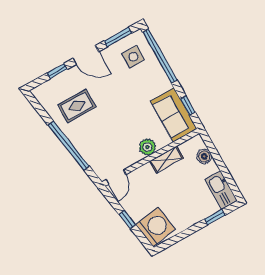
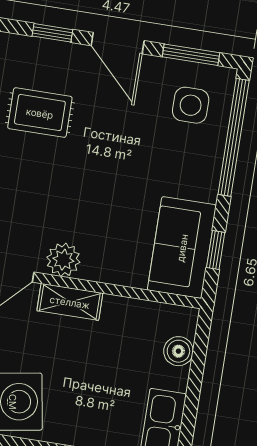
plant: (147, 147) -> (63, 260), moved
shelving: (166, 160) -> (70, 302), moved

